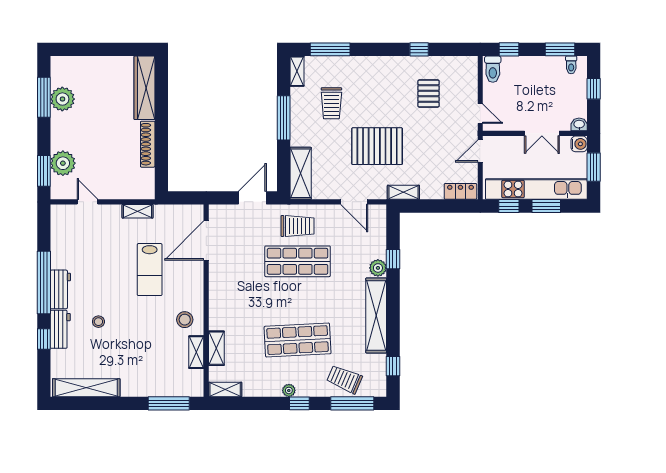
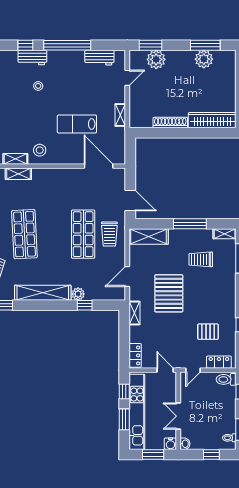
locker: (470, 79) -> (219, 362), added
workbench: (60, 289) -> (99, 58), moved

